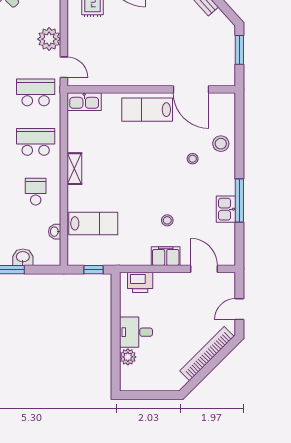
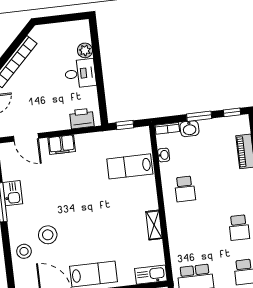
school desk: (36, 142) -> (190, 233), removed
stool: (193, 159) -> (48, 235), width x1.89, depth x1.89
shelving: (74, 169) -> (154, 225), moved
stool: (167, 220) -> (64, 177), removed
bookcase: (47, 260) -> (167, 128), added

